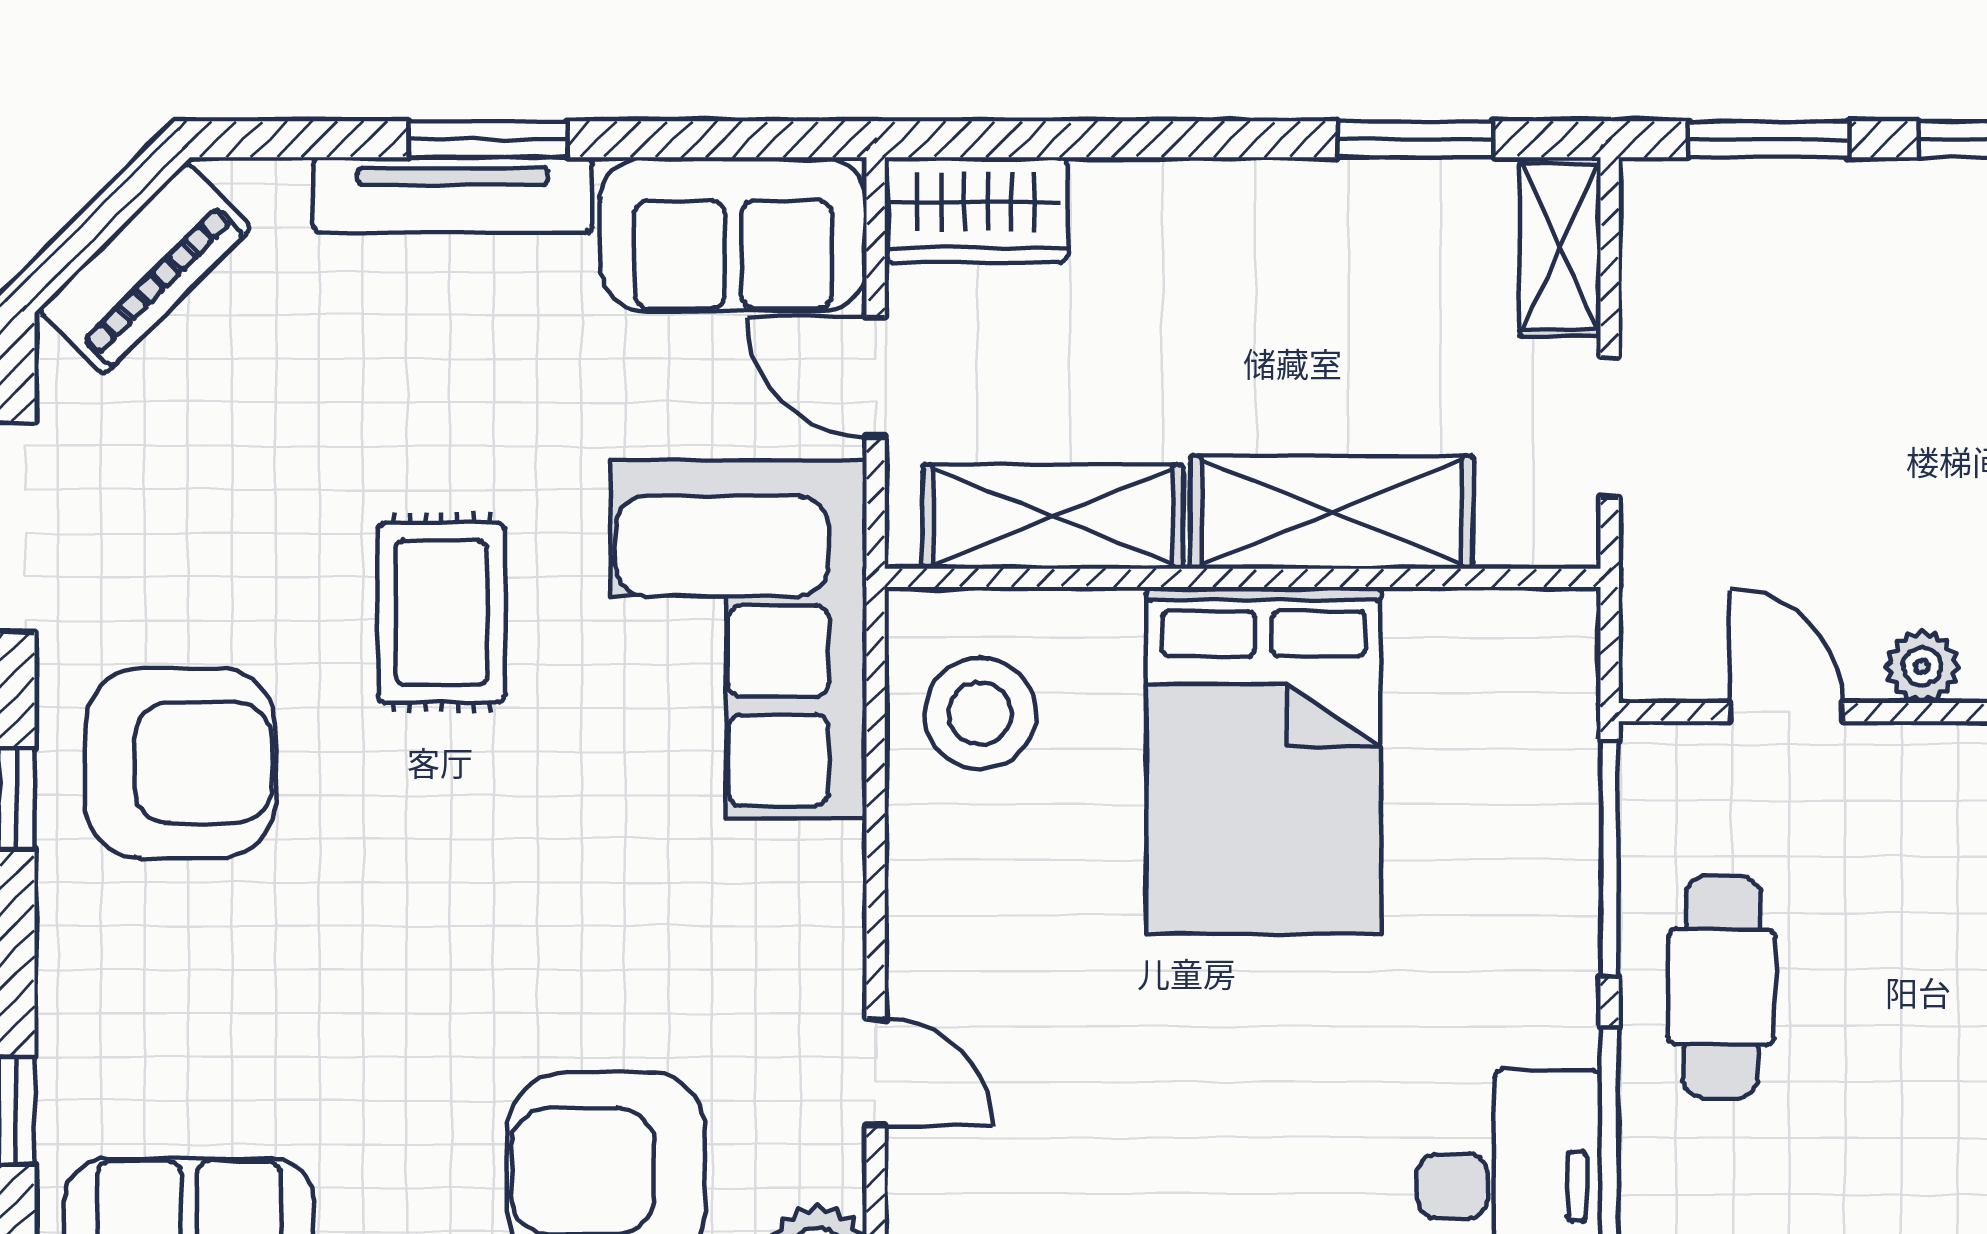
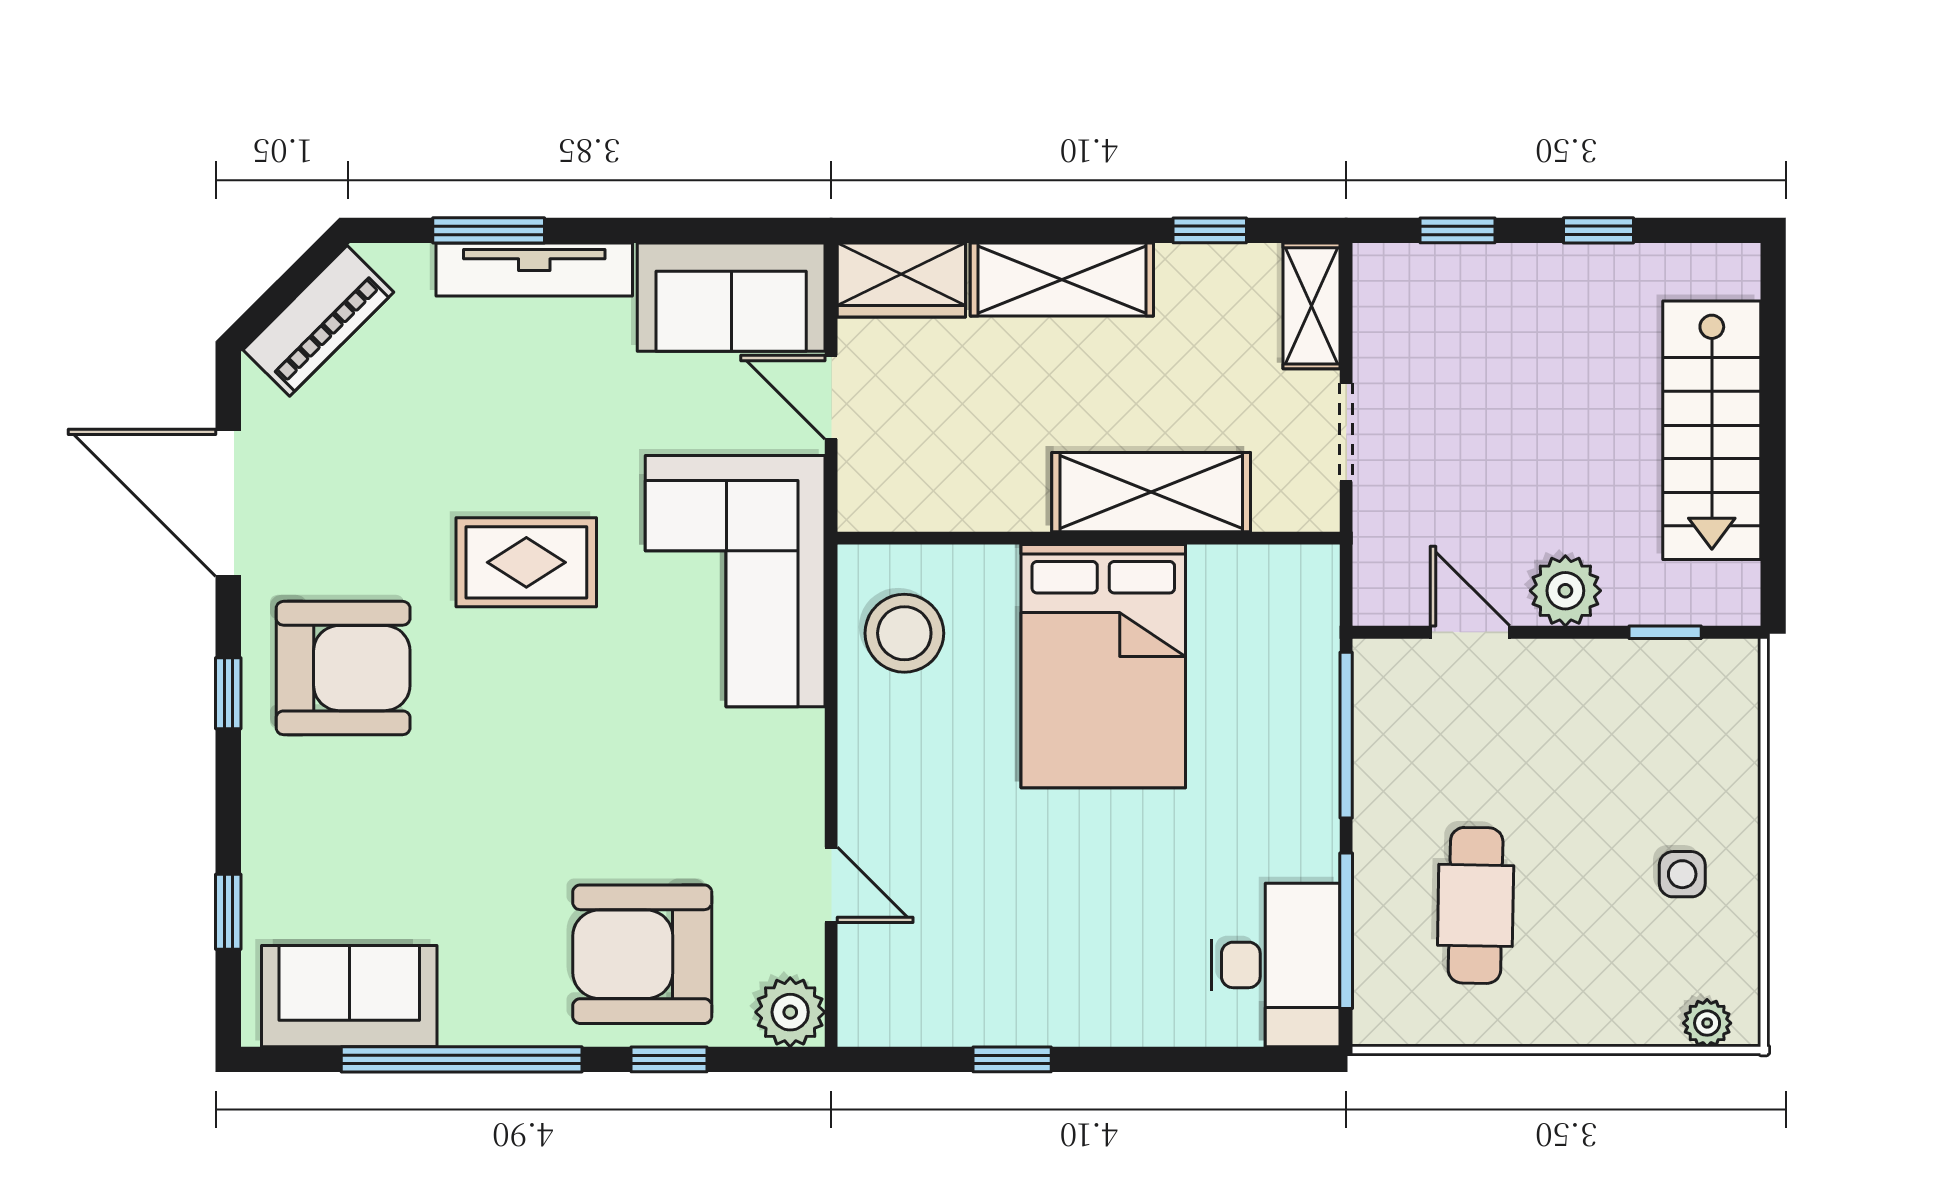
window: (488, 139) -> (489, 230), moved
window: (1415, 139) -> (1210, 230), width x0.67
window: (1769, 139) -> (1458, 230), width x0.67
shelving: (1053, 517) -> (1062, 279), moved
rug: (441, 612) -> (526, 562), turned 90
plant: (1922, 667) -> (1565, 591), width x1.38, depth x1.38
cafe table: (1722, 987) -> (1476, 905), moved

